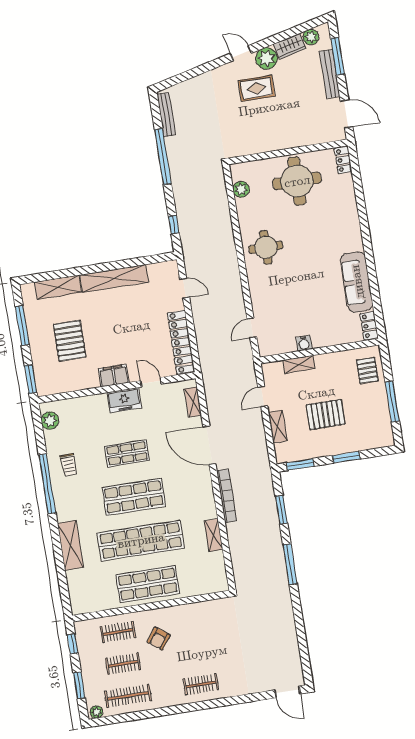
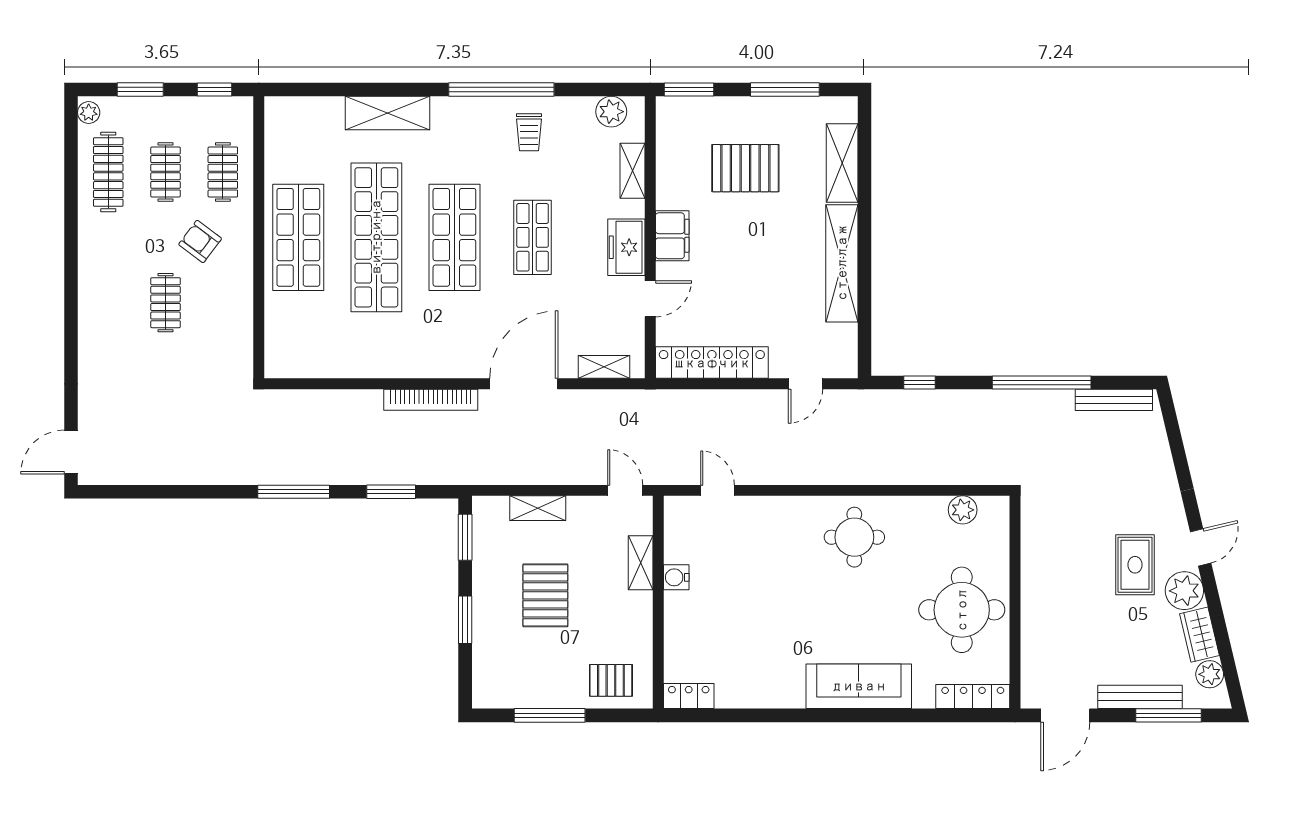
locker: (343, 160) -> (973, 696), width x1.53
sofa: (357, 282) -> (859, 686), moved
door: (263, 397) -> (625, 490), moved
trolley: (69, 465) -> (529, 132), turned -88
shelving: (214, 535) -> (632, 171), moved, turned 90
clothes rail: (201, 684) -> (166, 303), moved

